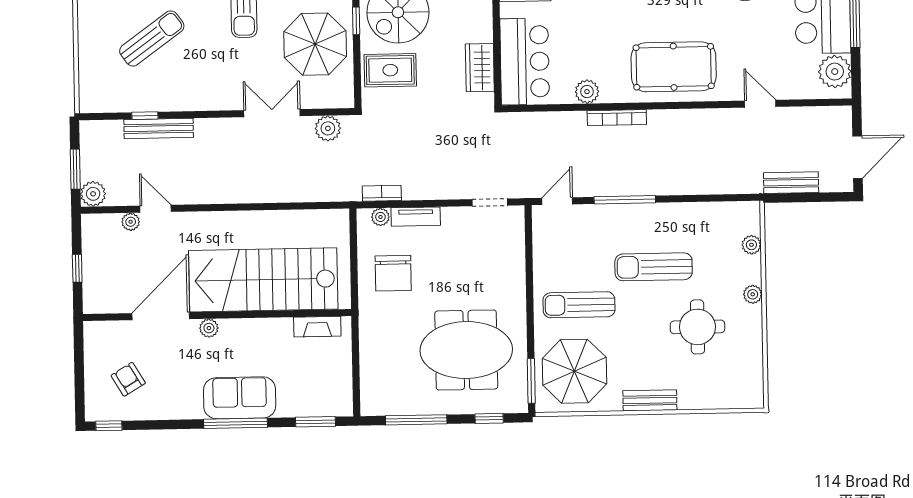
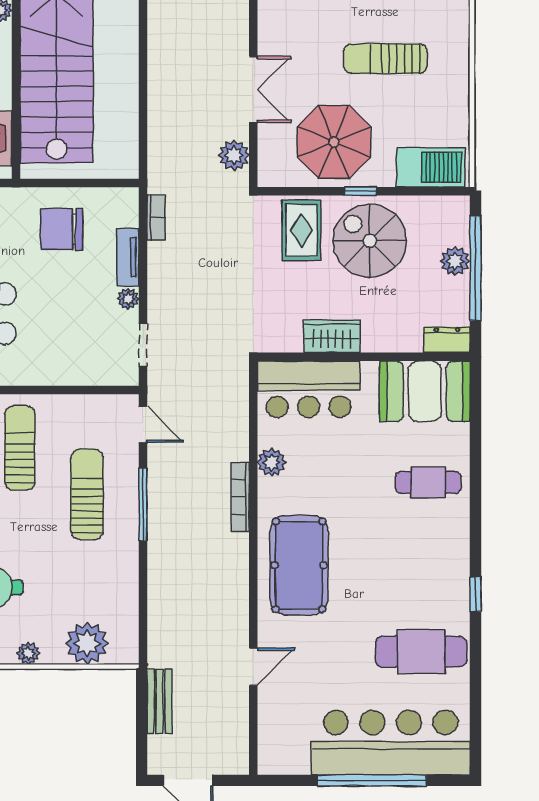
wardrobe: (480, 68) -> (332, 336), moved
plant: (835, 72) -> (290, 755), removed
plant: (380, 217) -> (128, 299), moved
plant: (751, 245) -> (87, 643), width x1.88, depth x1.88
sun lounger: (654, 267) -> (87, 494), moved

